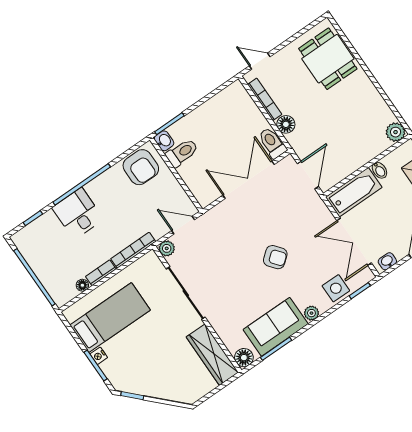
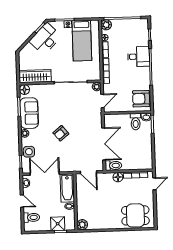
plant: (61, 296) -> (106, 25), added
desk: (144, 376) -> (45, 39), added

